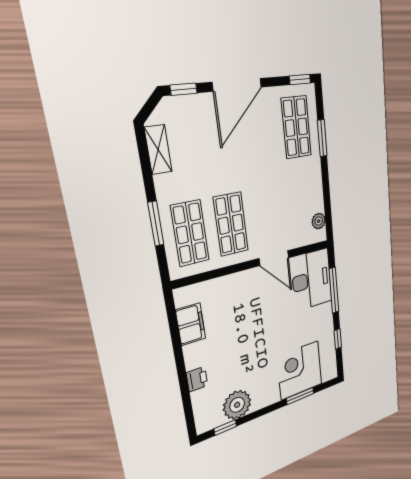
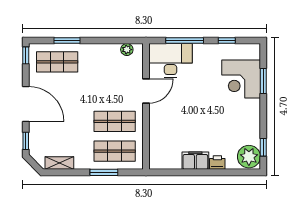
filing cabinet: (191, 324) -> (195, 161), moved
plant: (237, 405) -> (249, 157), moved

